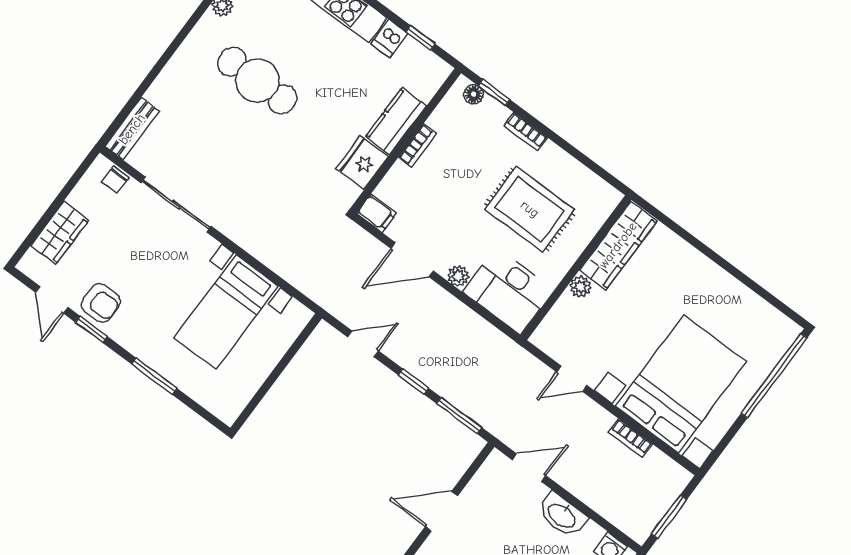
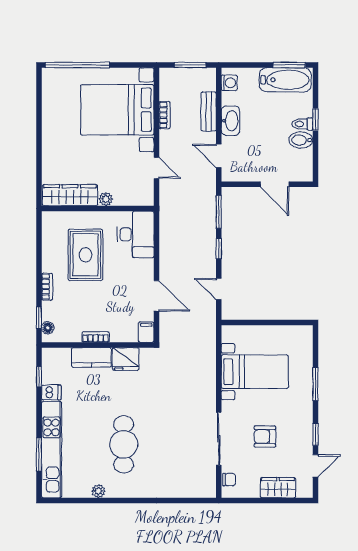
bench: (132, 129) -> (209, 111), moved, turned 90
plant: (458, 276) -> (147, 266), removed
armchair: (101, 303) -> (265, 437), moved, turned -90

